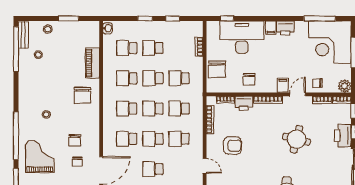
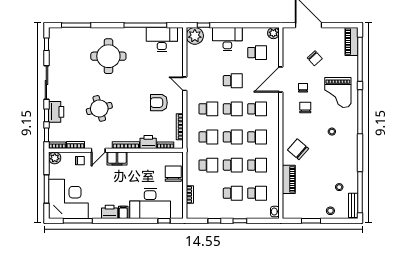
chair: (249, 79) -> (143, 164), removed
filing cabinet: (283, 85) -> (117, 159), width x2.00
chair: (83, 95) -> (298, 149), turned -49
round table: (297, 139) -> (99, 108), turned -30

